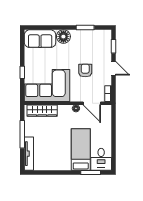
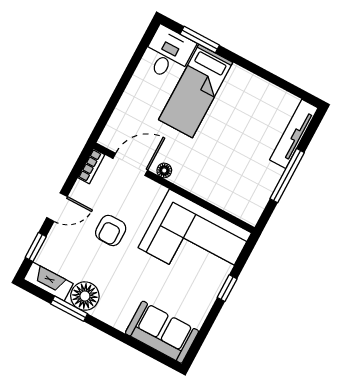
fireplace: (100, 34) -> (48, 281), added
floor lamp: (63, 37) -> (85, 296), moved
door: (113, 68) -> (57, 207), swing flipped
door: (92, 103) -> (130, 164), hinge flipped
wardrobe: (42, 111) -> (228, 199), removed

